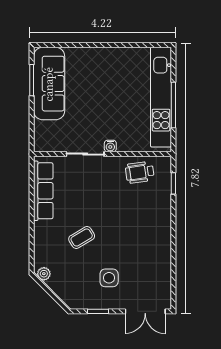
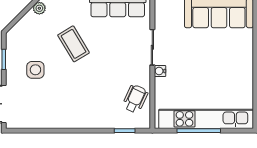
wheelchair: (140, 172) -> (135, 99), turned 33
coffee table: (82, 238) -> (74, 44), width x1.36, depth x1.30

